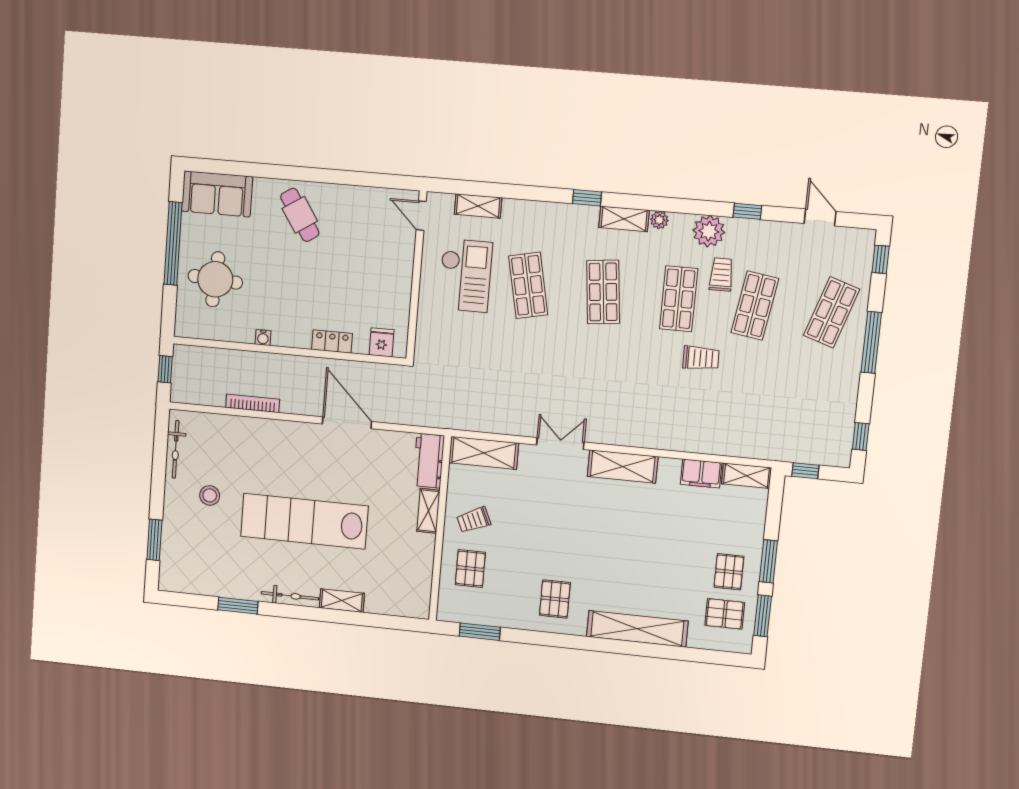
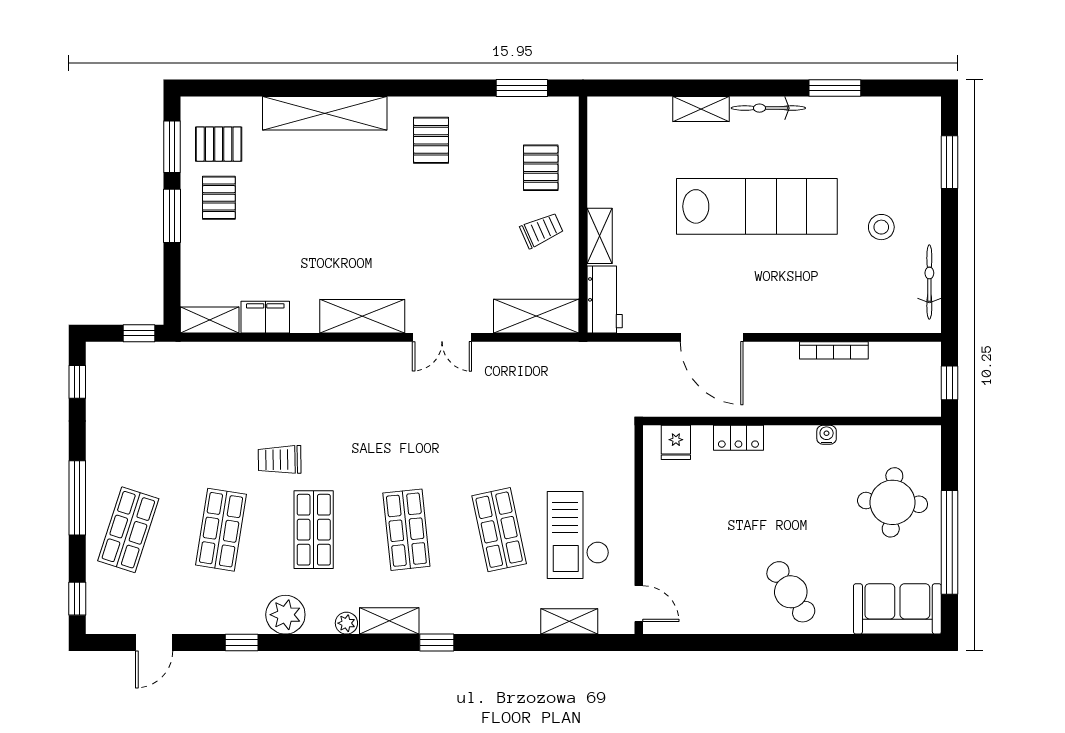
door: (820, 217) -> (154, 643), hinge flipped
trolley: (721, 274) -> (265, 564), removed

